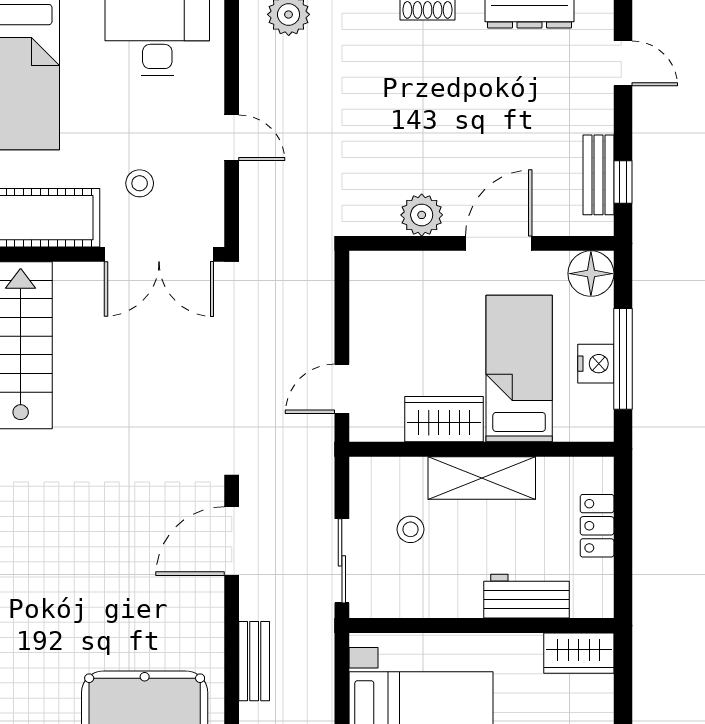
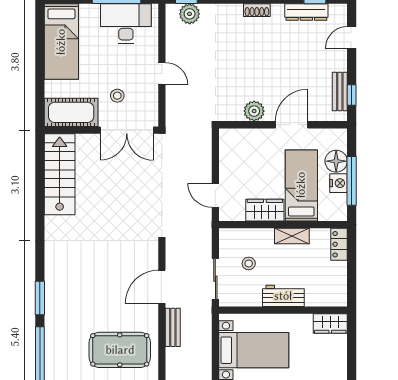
door: (623, 63) -> (352, 38), swing flipped
floor lamp: (591, 274) -> (336, 161), moved
door: (342, 389) -> (215, 195), hinge flipped
shelving: (482, 478) -> (292, 236), width x0.67, depth x0.75
locker: (597, 526) -> (339, 244), moved
door: (232, 541) -> (162, 287), moved
workbench: (527, 596) -> (283, 296), moved

